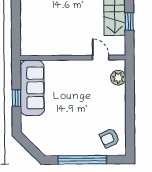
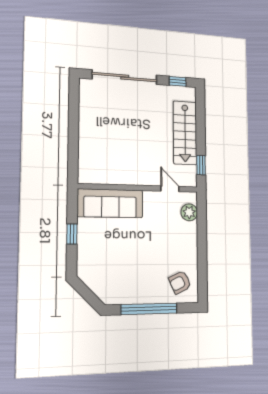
window: (129, 22) -> (201, 165), moved
sofa: (32, 88) -> (110, 203), moved, turned 90

